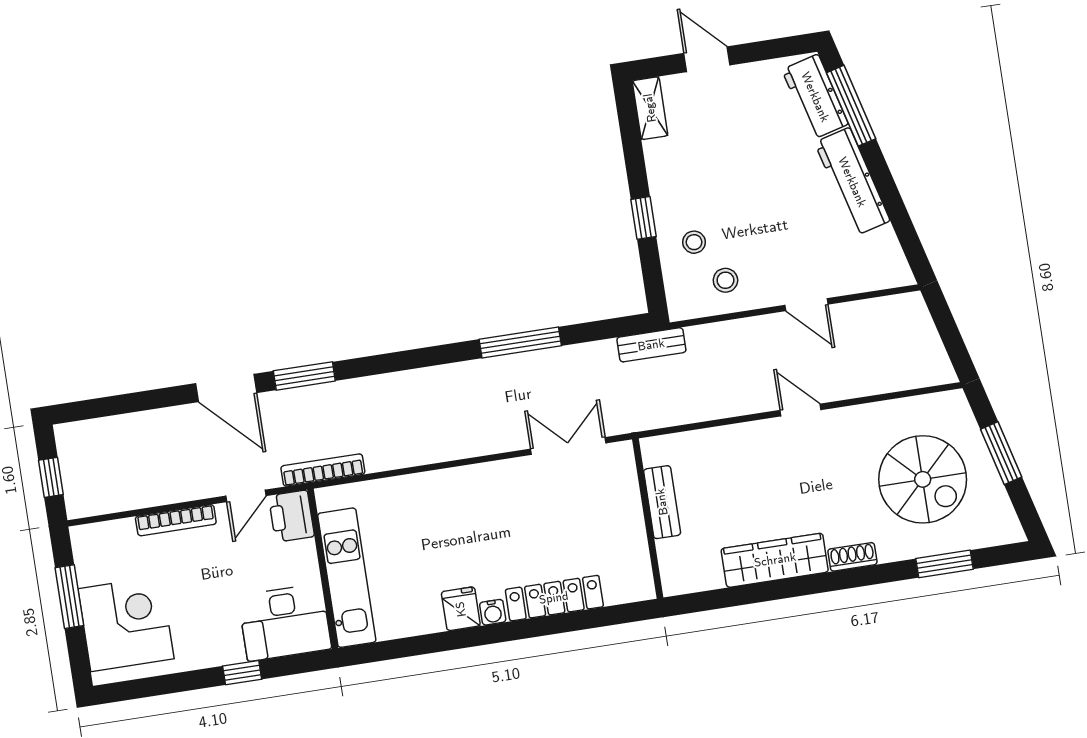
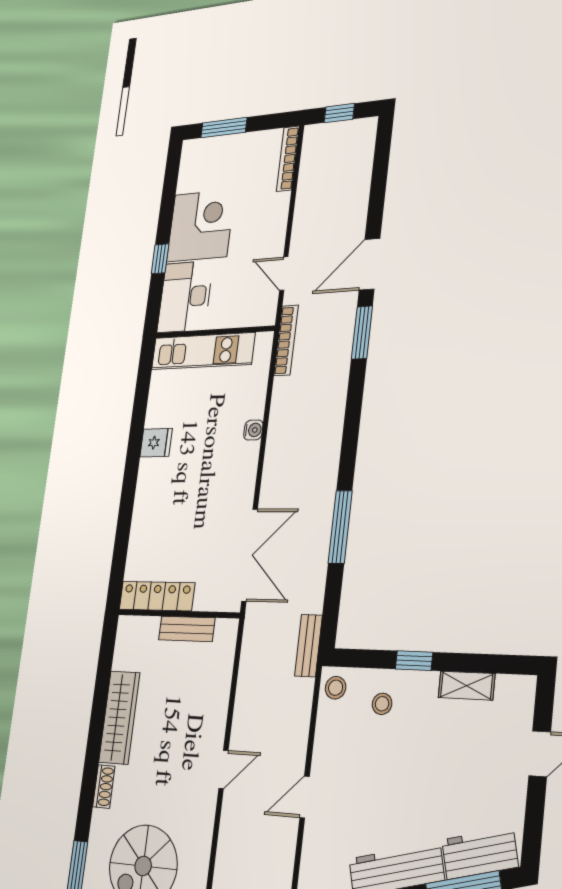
shelving: (650, 108) -> (466, 686), moved
stool: (725, 280) -> (336, 688), moved
double door: (568, 446) -> (250, 555), width x1.37
printer: (291, 516) -> (259, 310), removed
bookcase: (176, 520) -> (288, 159), moved
window: (69, 597) -> (224, 128), moved
locker: (554, 598) -> (157, 596), moved, turned -90
water cooler: (493, 612) -> (253, 430), moved, turned 180
corner desk: (126, 624) -> (201, 226), moved, turned -90

